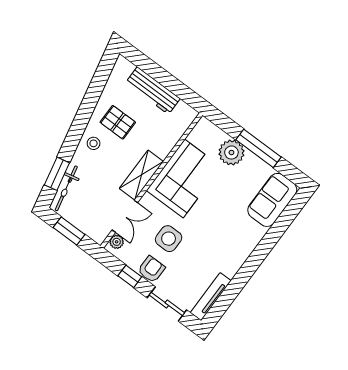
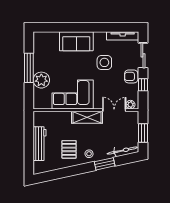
window: (57, 174) -> (105, 164), moved
sofa: (272, 200) -> (76, 41), moved
side table: (169, 239) -> (104, 62), moved

